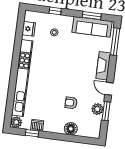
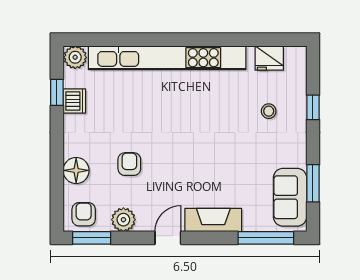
sofa: (92, 27) -> (290, 197), width x0.73
window: (106, 111) -> (92, 238), moved
armchair: (92, 128) -> (84, 214), added

